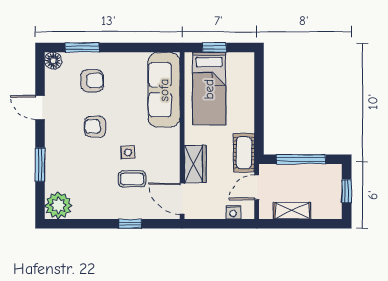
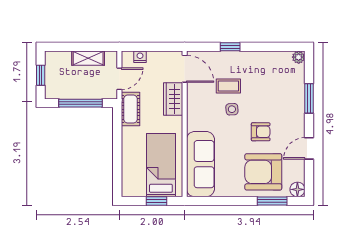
armchair: (92, 81) -> (263, 172), width x1.88, depth x1.88
door: (40, 108) -> (309, 148), swing flipped
plant: (58, 205) -> (299, 57), width x0.53, depth x0.53

